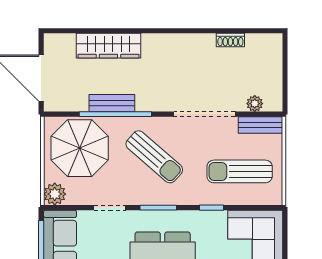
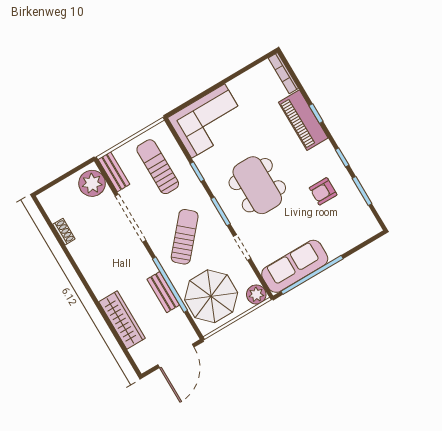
plant: (255, 104) -> (92, 183), width x1.87, depth x1.87
sun lounger: (240, 171) -> (158, 167), turned 180

